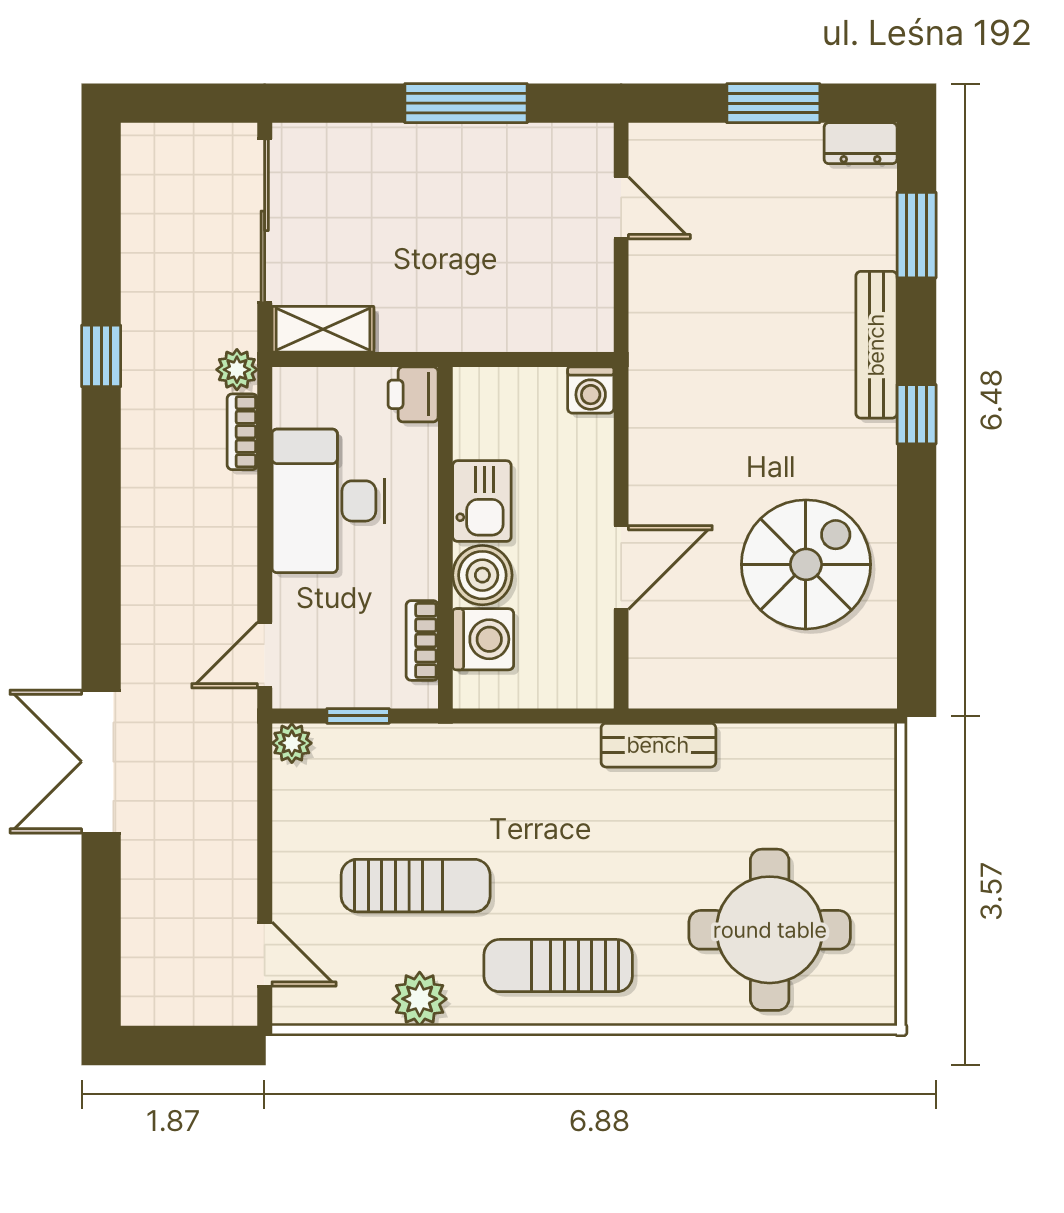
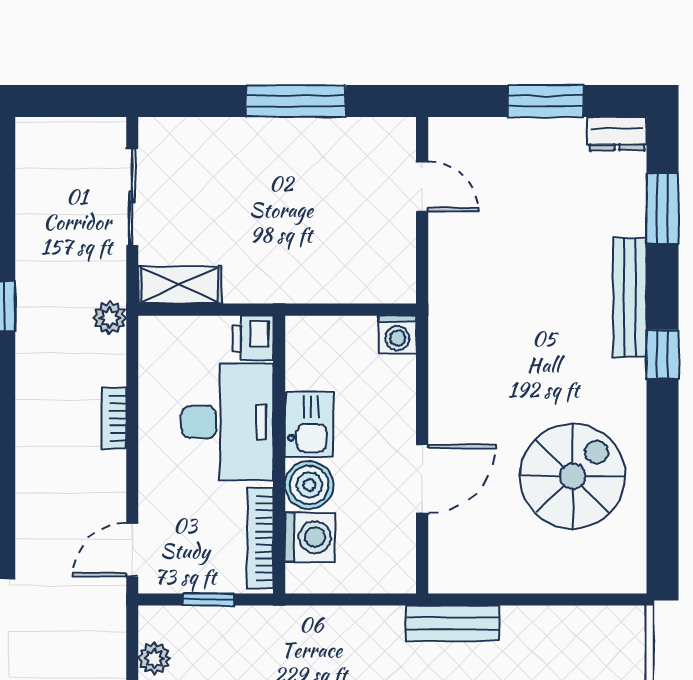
sliding door: (265, 221) -> (132, 197), width x0.73
bookcase: (242, 432) -> (114, 418), moved
desk: (328, 501) -> (227, 422), moved, turned 180
bookcase: (422, 640) -> (260, 538), width x1.56
plant: (292, 743) -> (154, 658), moved

